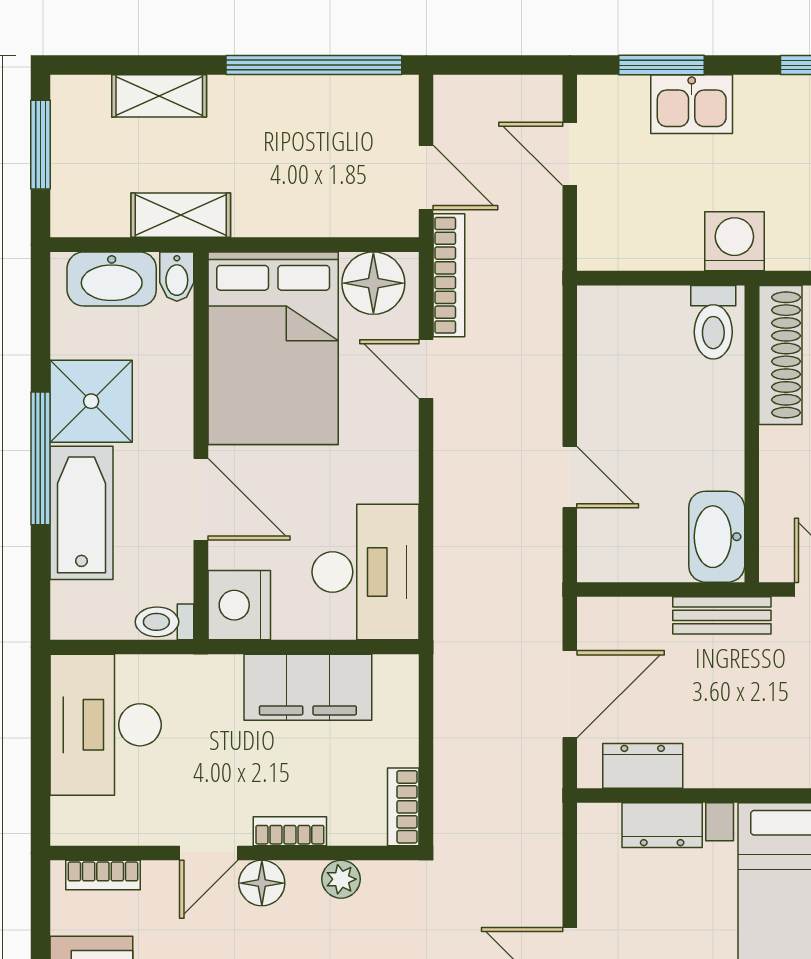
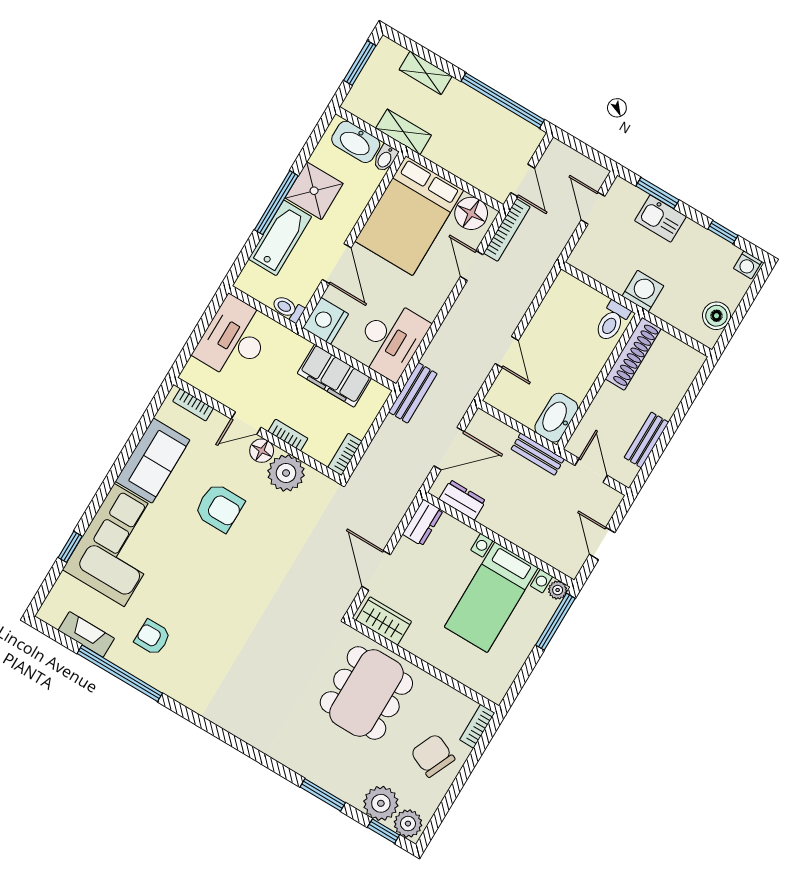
bench: (455, 638) -> (413, 393), added
dresser: (662, 825) -> (423, 523), moved, turned -90
plant: (341, 879) -> (286, 473), width x1.87, depth x1.87

